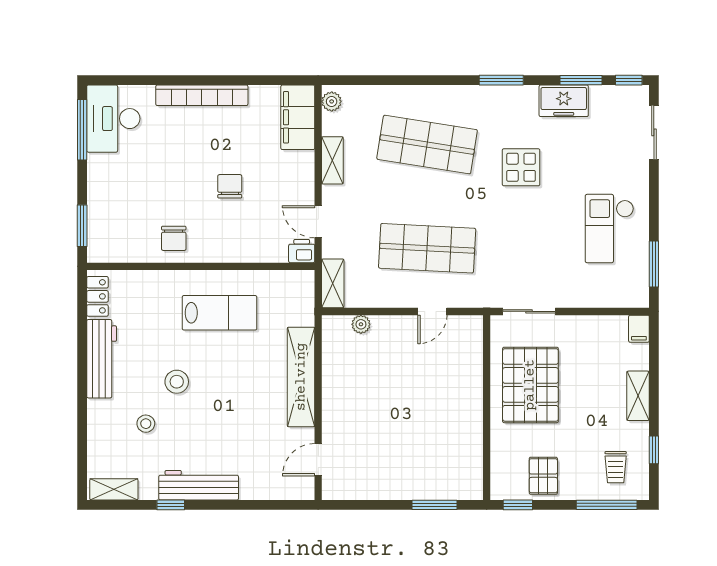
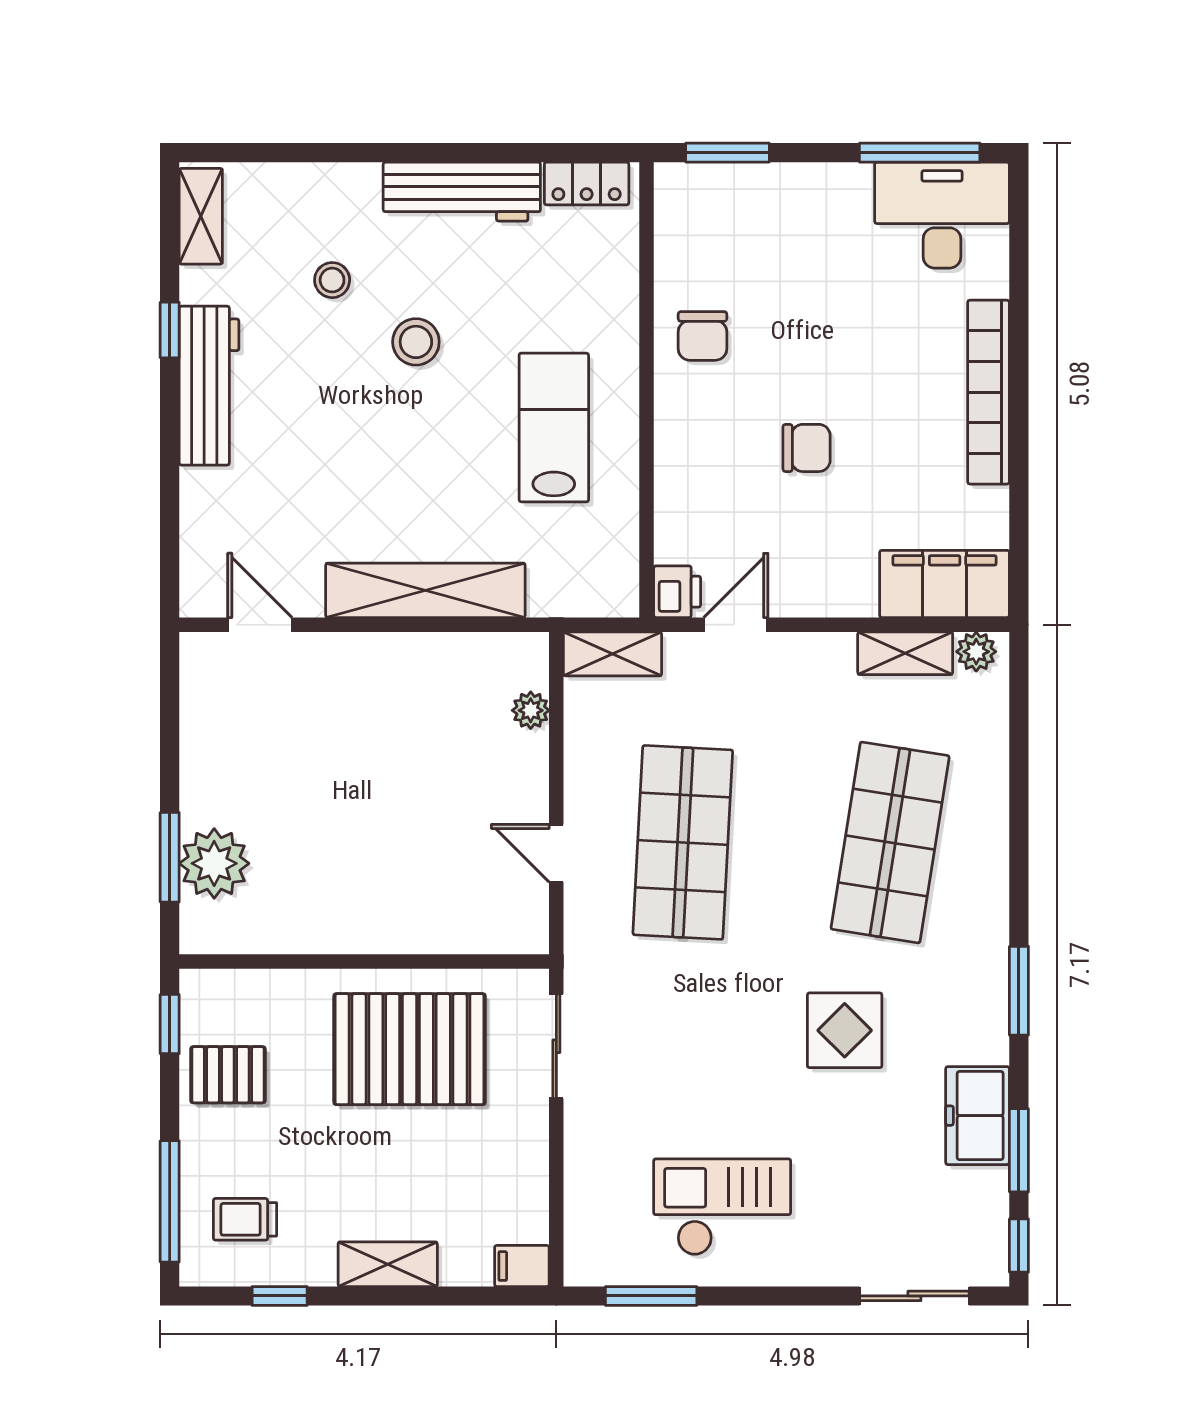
shelving: (332, 160) -> (905, 653), moved
chair: (174, 238) -> (702, 336), turned -90
lab bench: (220, 313) -> (554, 427), turned 180
plant: (438, 483) -> (214, 863), added

